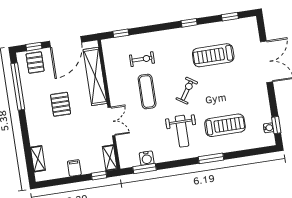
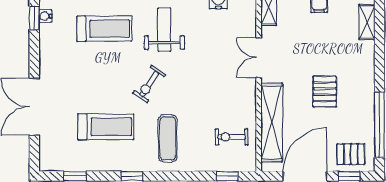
exercise bike: (142, 59) -> (232, 137), moved
pallet: (35, 62) -> (351, 154), turned 90
exercise mat: (147, 92) -> (168, 138), moved
treadmill: (225, 125) -> (104, 29), turned 180

